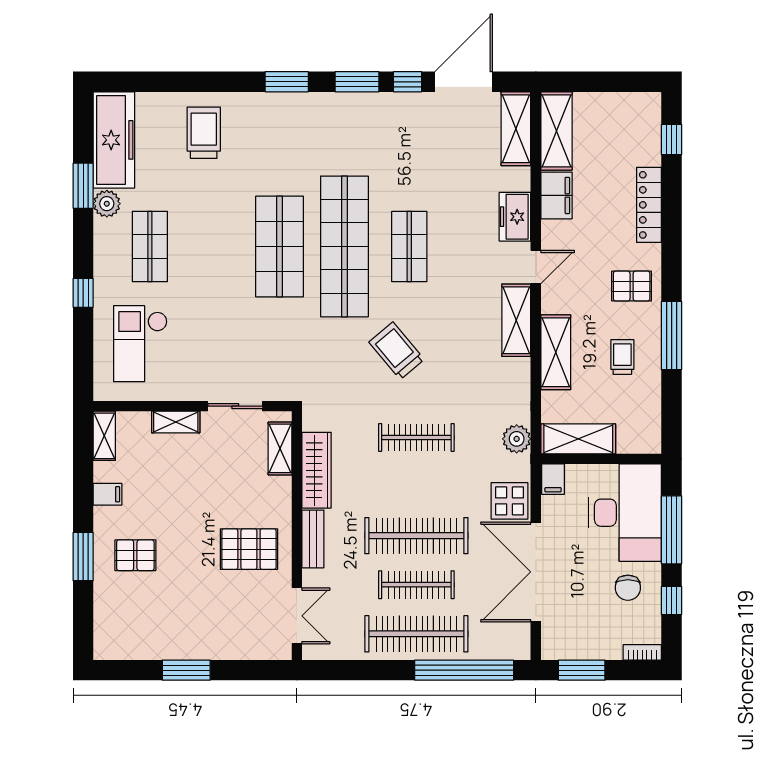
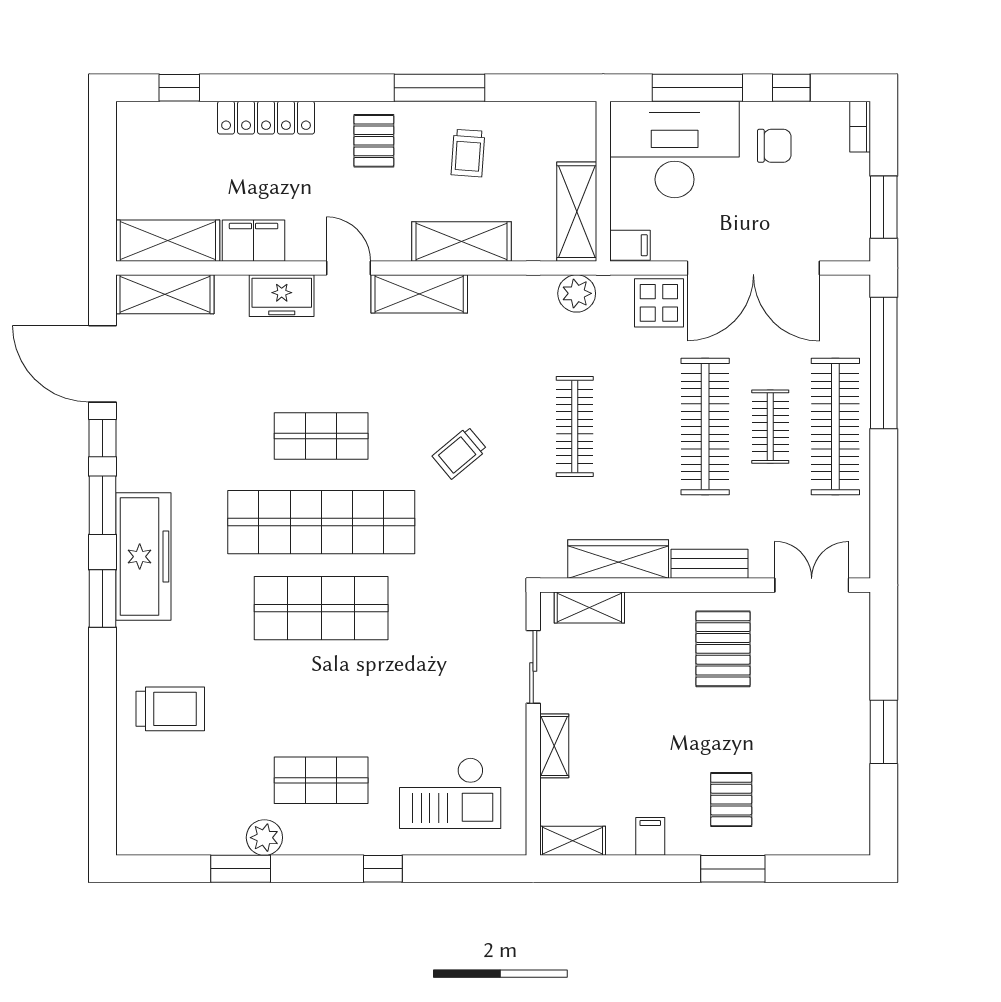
trolley: (204, 133) -> (170, 709), turned 180
freezer: (114, 140) -> (143, 557), moved, turned 90
trolley: (397, 351) -> (460, 453), width x0.73, depth x0.72
trolley: (622, 357) -> (468, 153), turned -86
clothes rail: (416, 585) -> (770, 427), width x0.73

